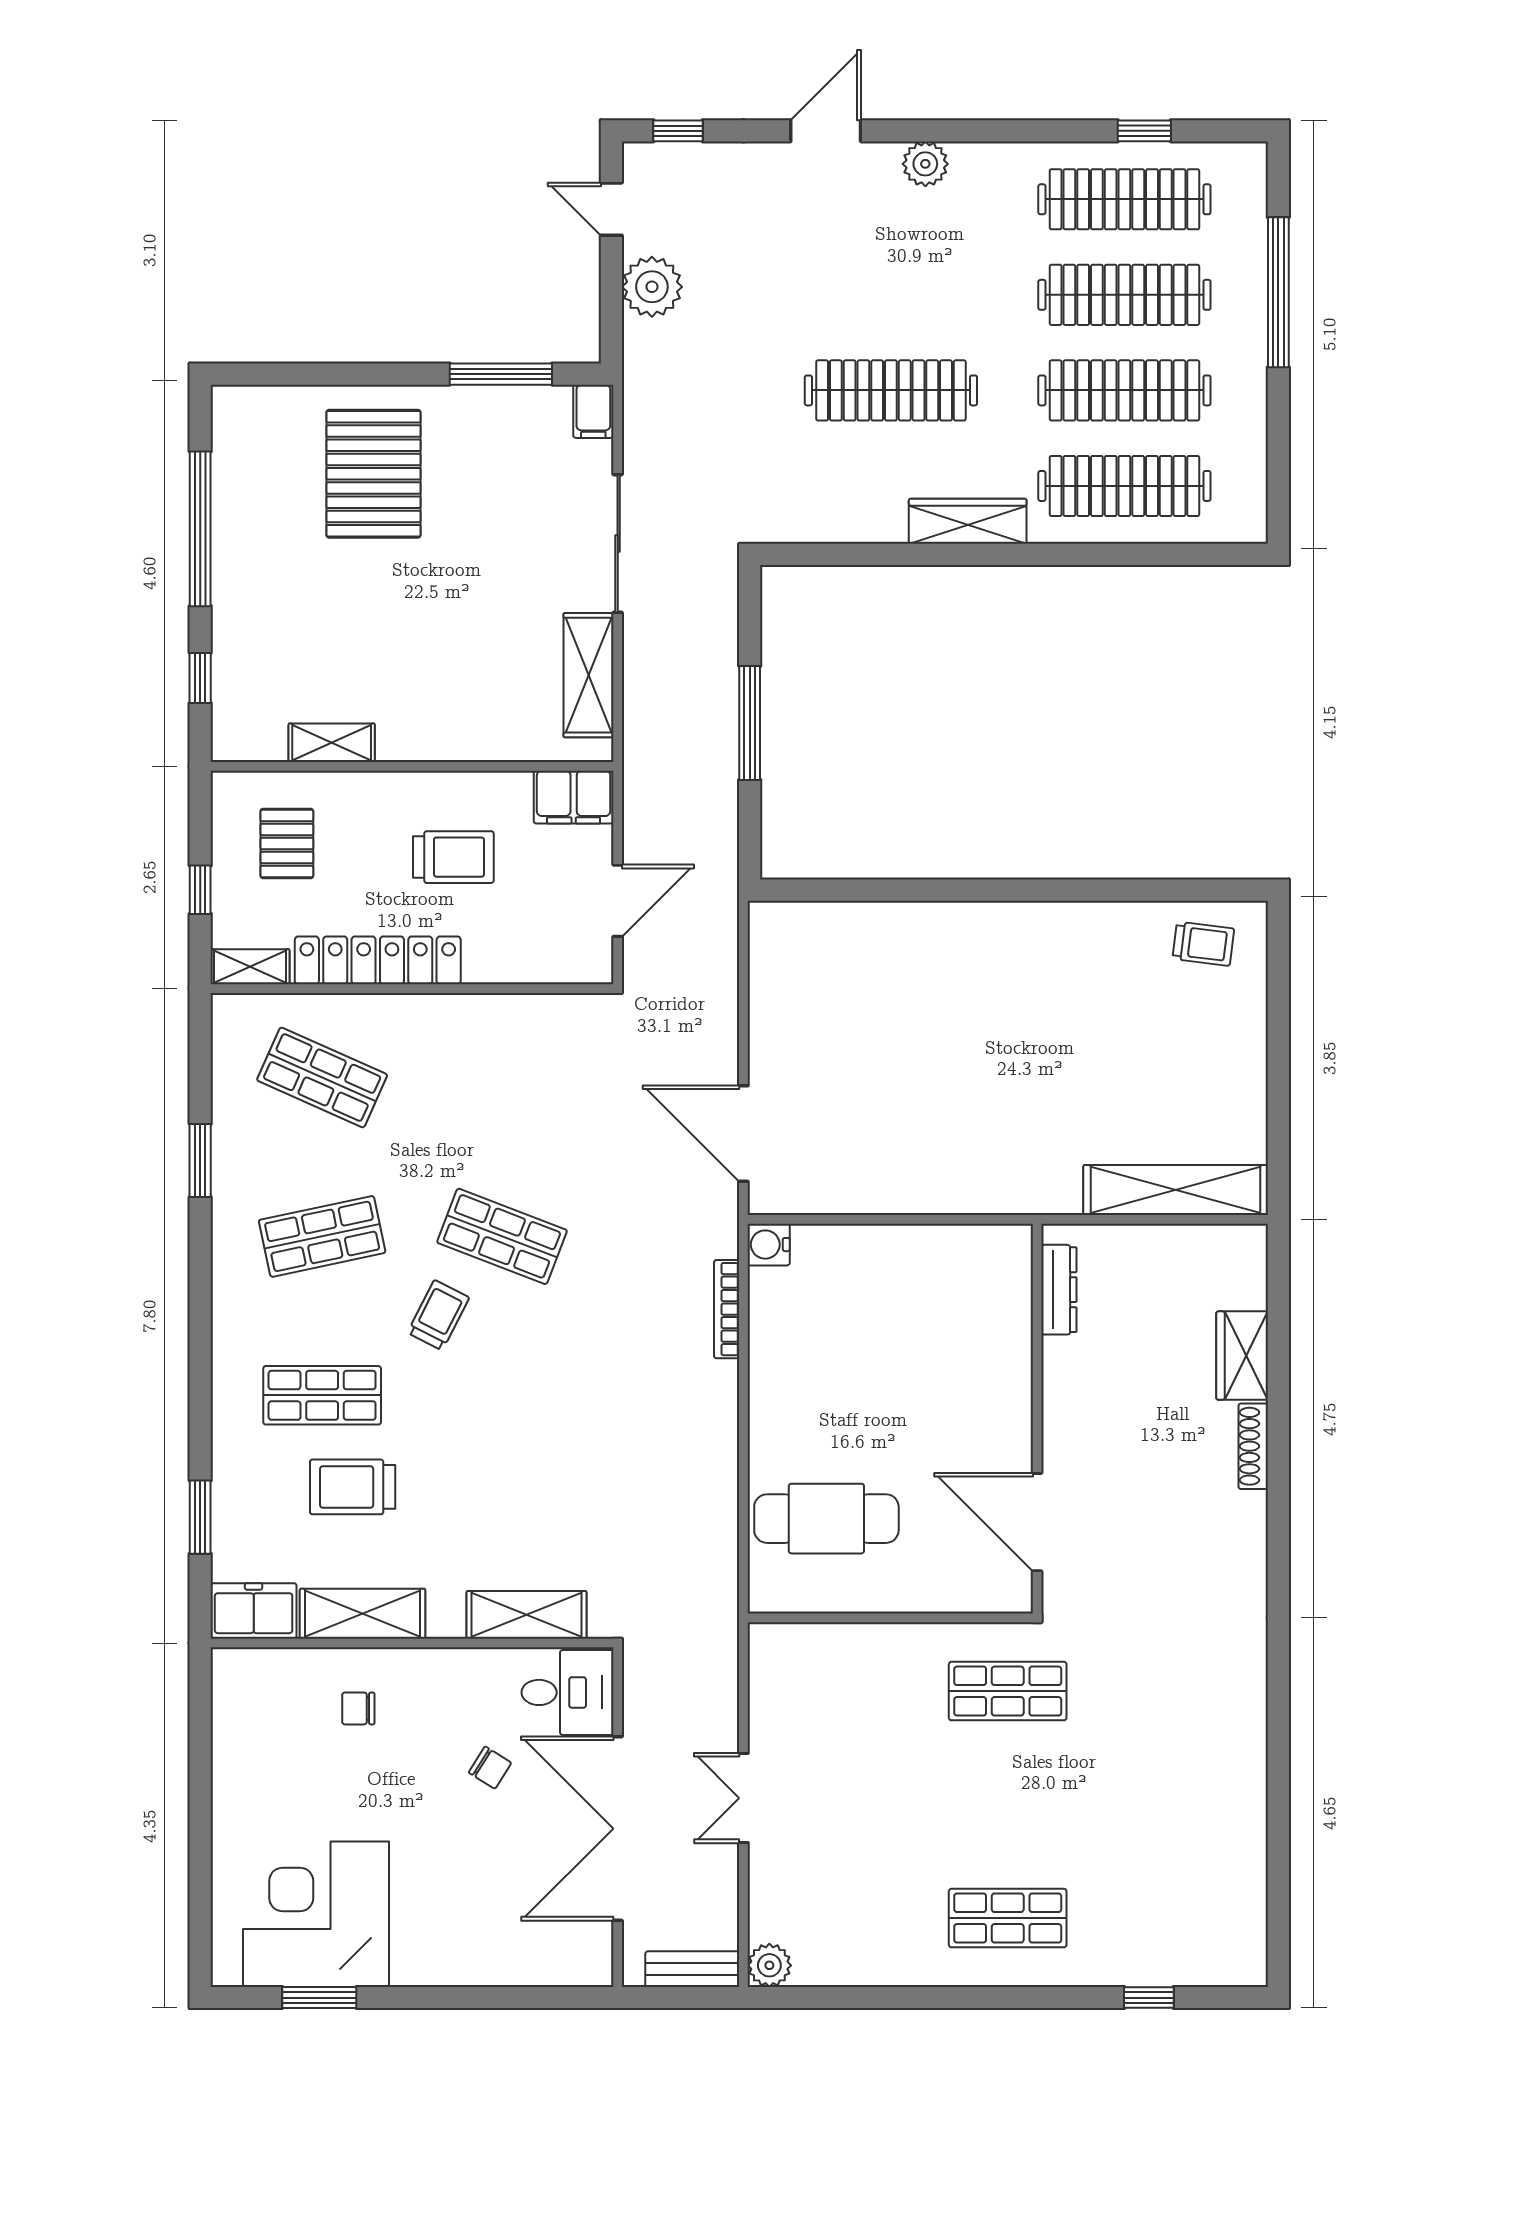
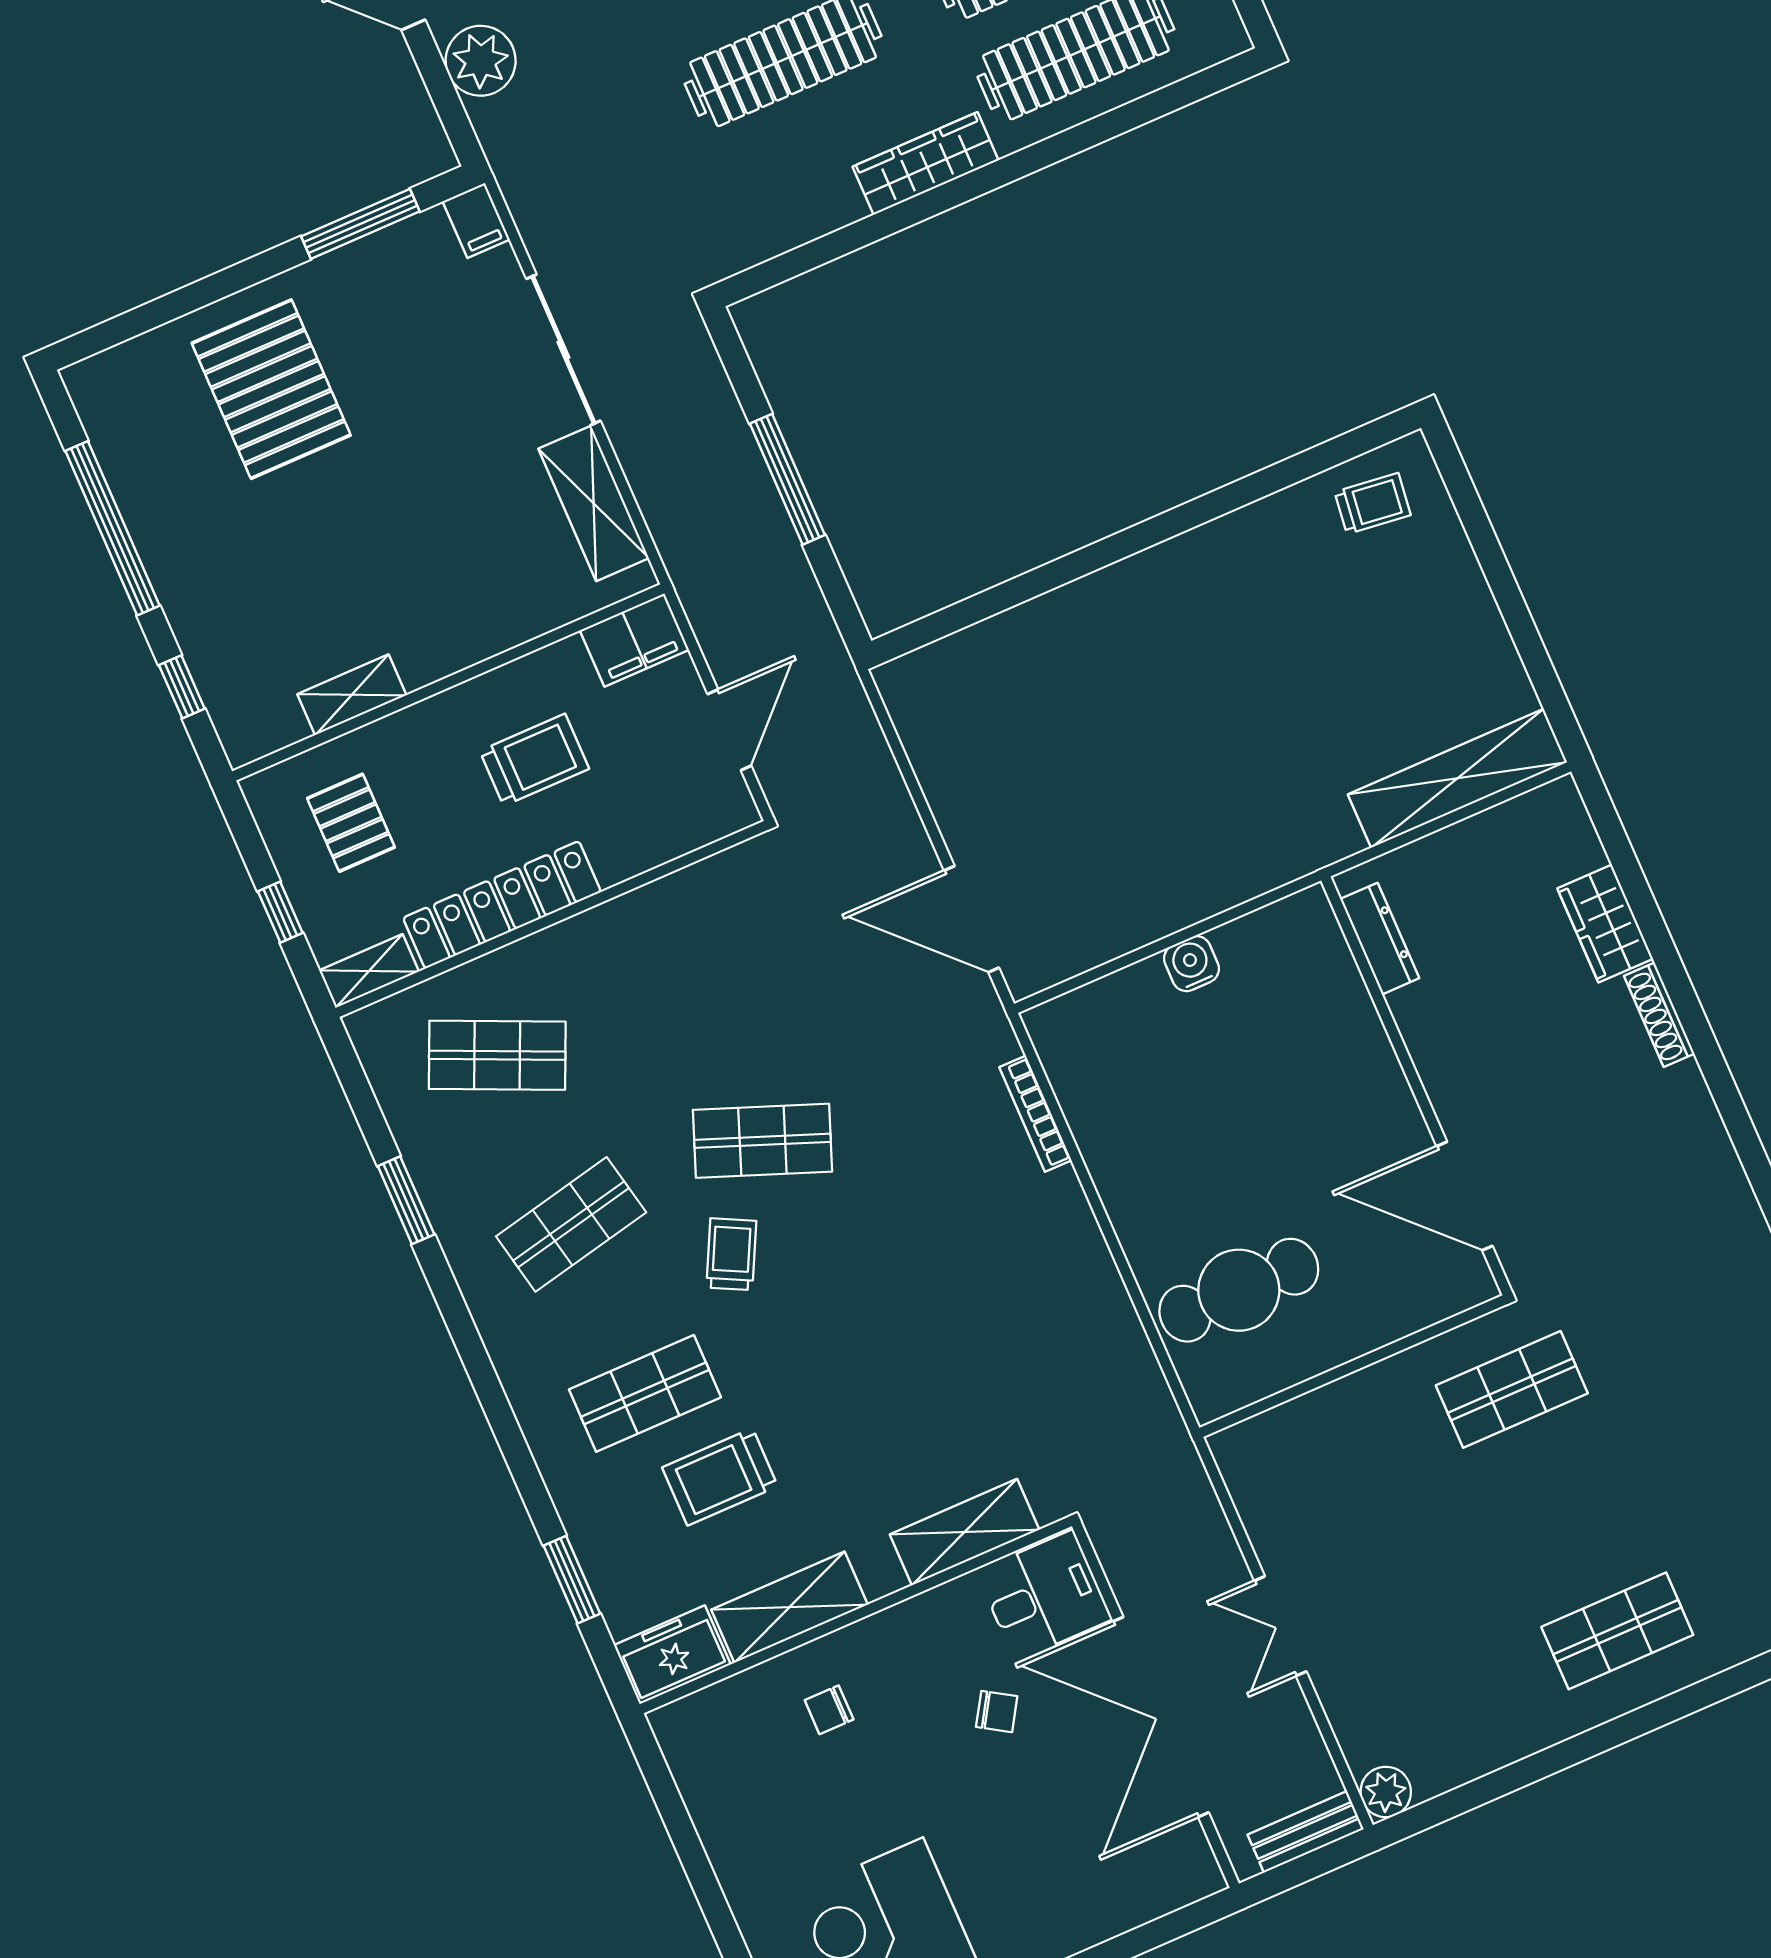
water cooler: (769, 1245) -> (1192, 964), moved, turned 90

